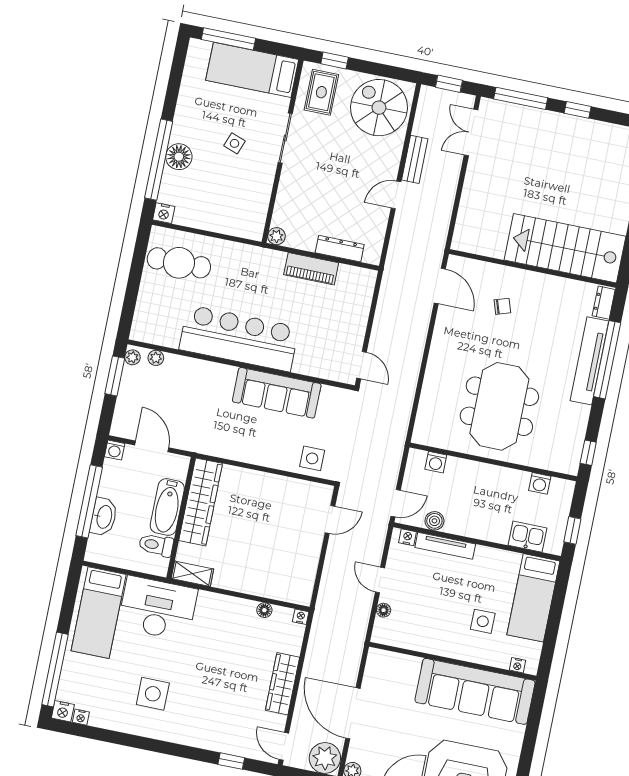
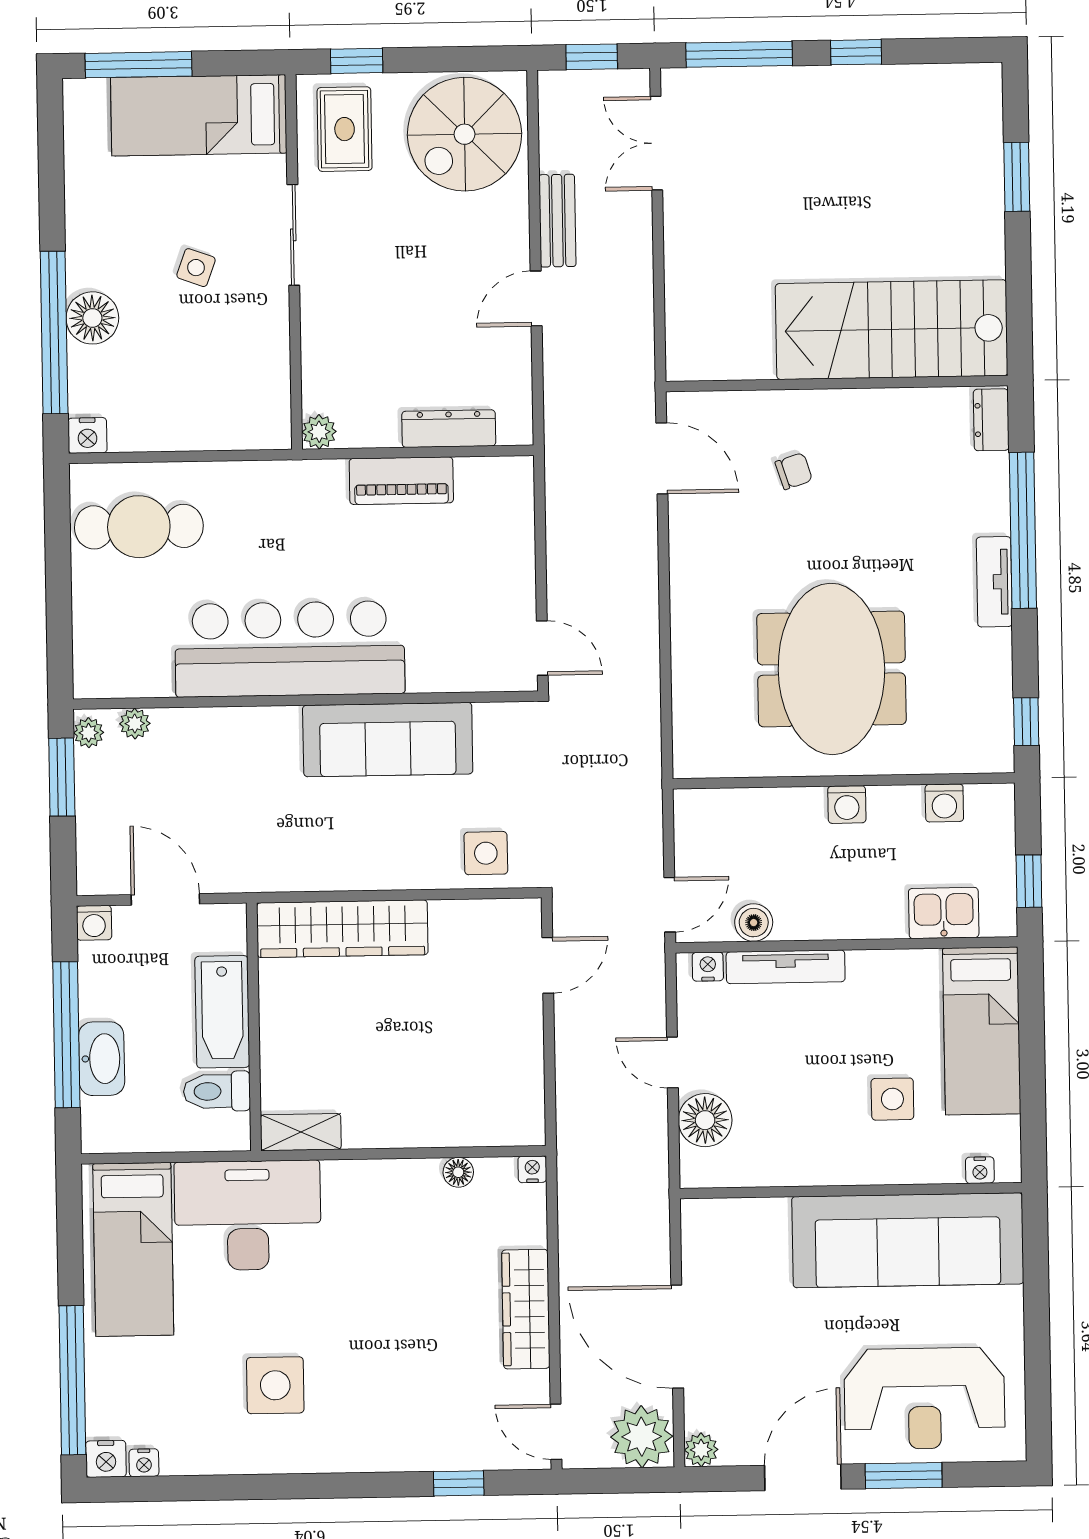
spiral stairs: (379, 108) -> (465, 134), turned -90
tv unit: (589, 361) -> (994, 582), width x0.52, depth x0.78
washing machine: (436, 462) -> (847, 805), moved
wardrobe: (201, 502) -> (342, 929), moved, turned 90
floor lamp: (384, 610) -> (705, 1120), width x1.89, depth x1.89

